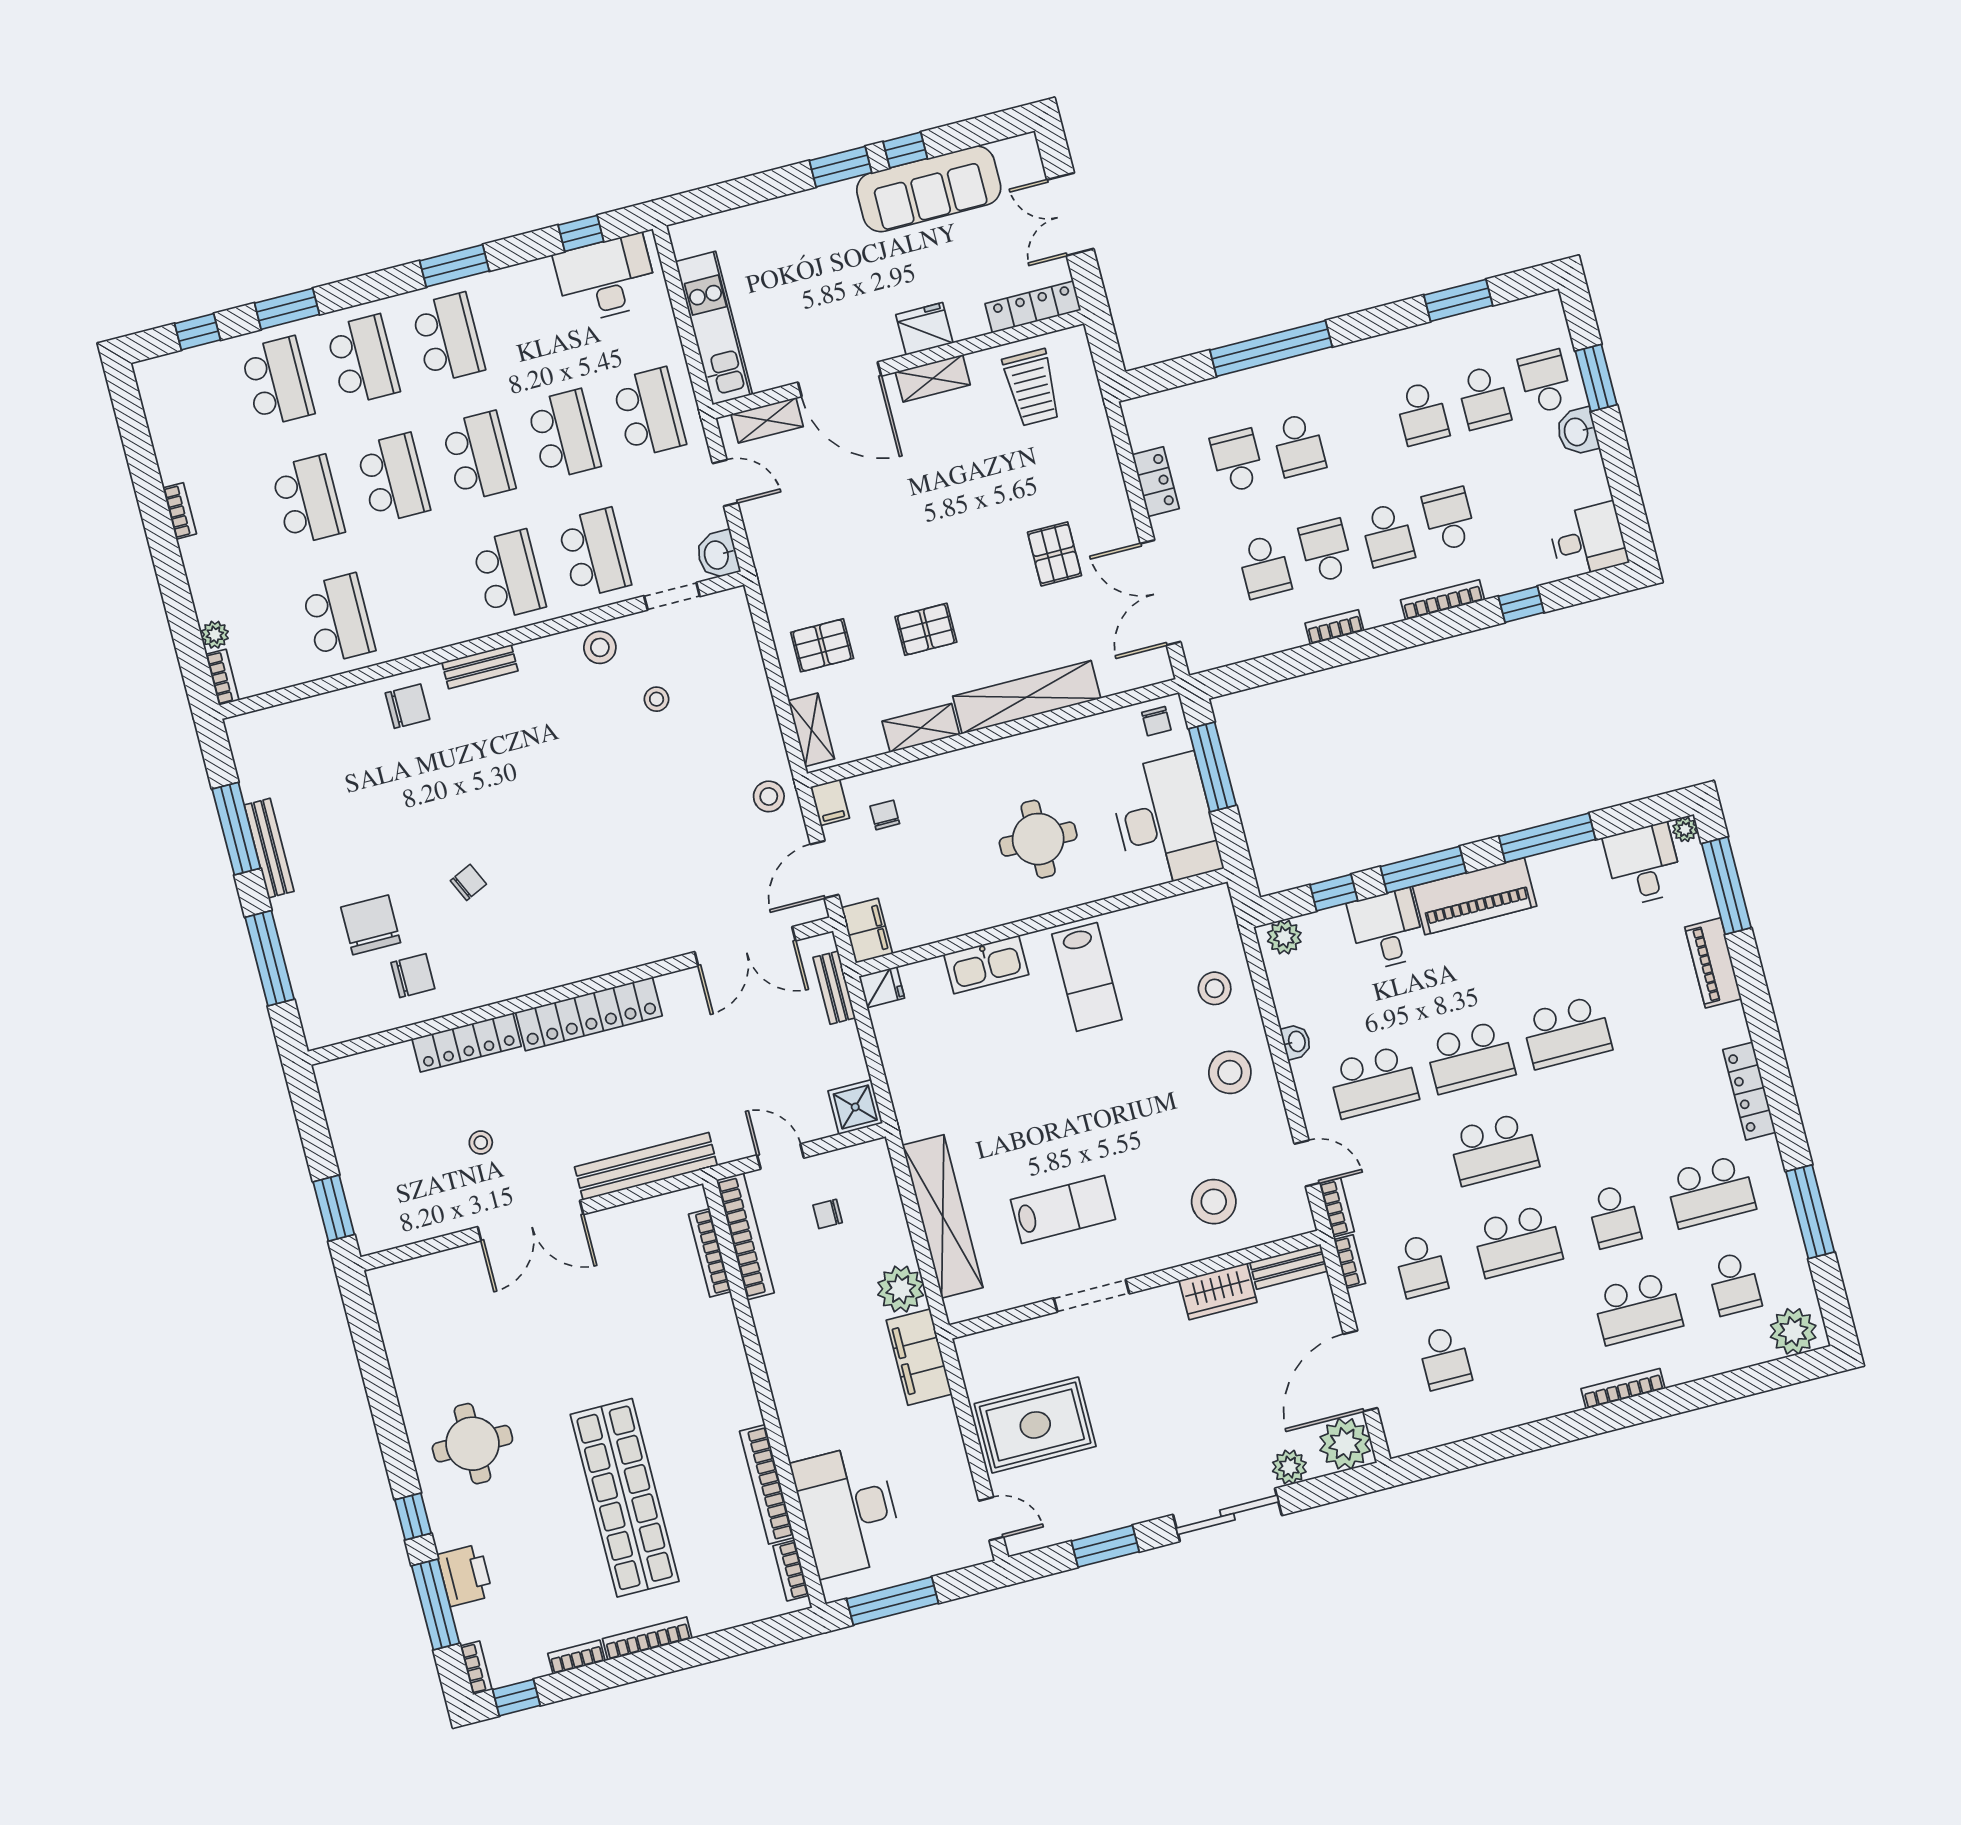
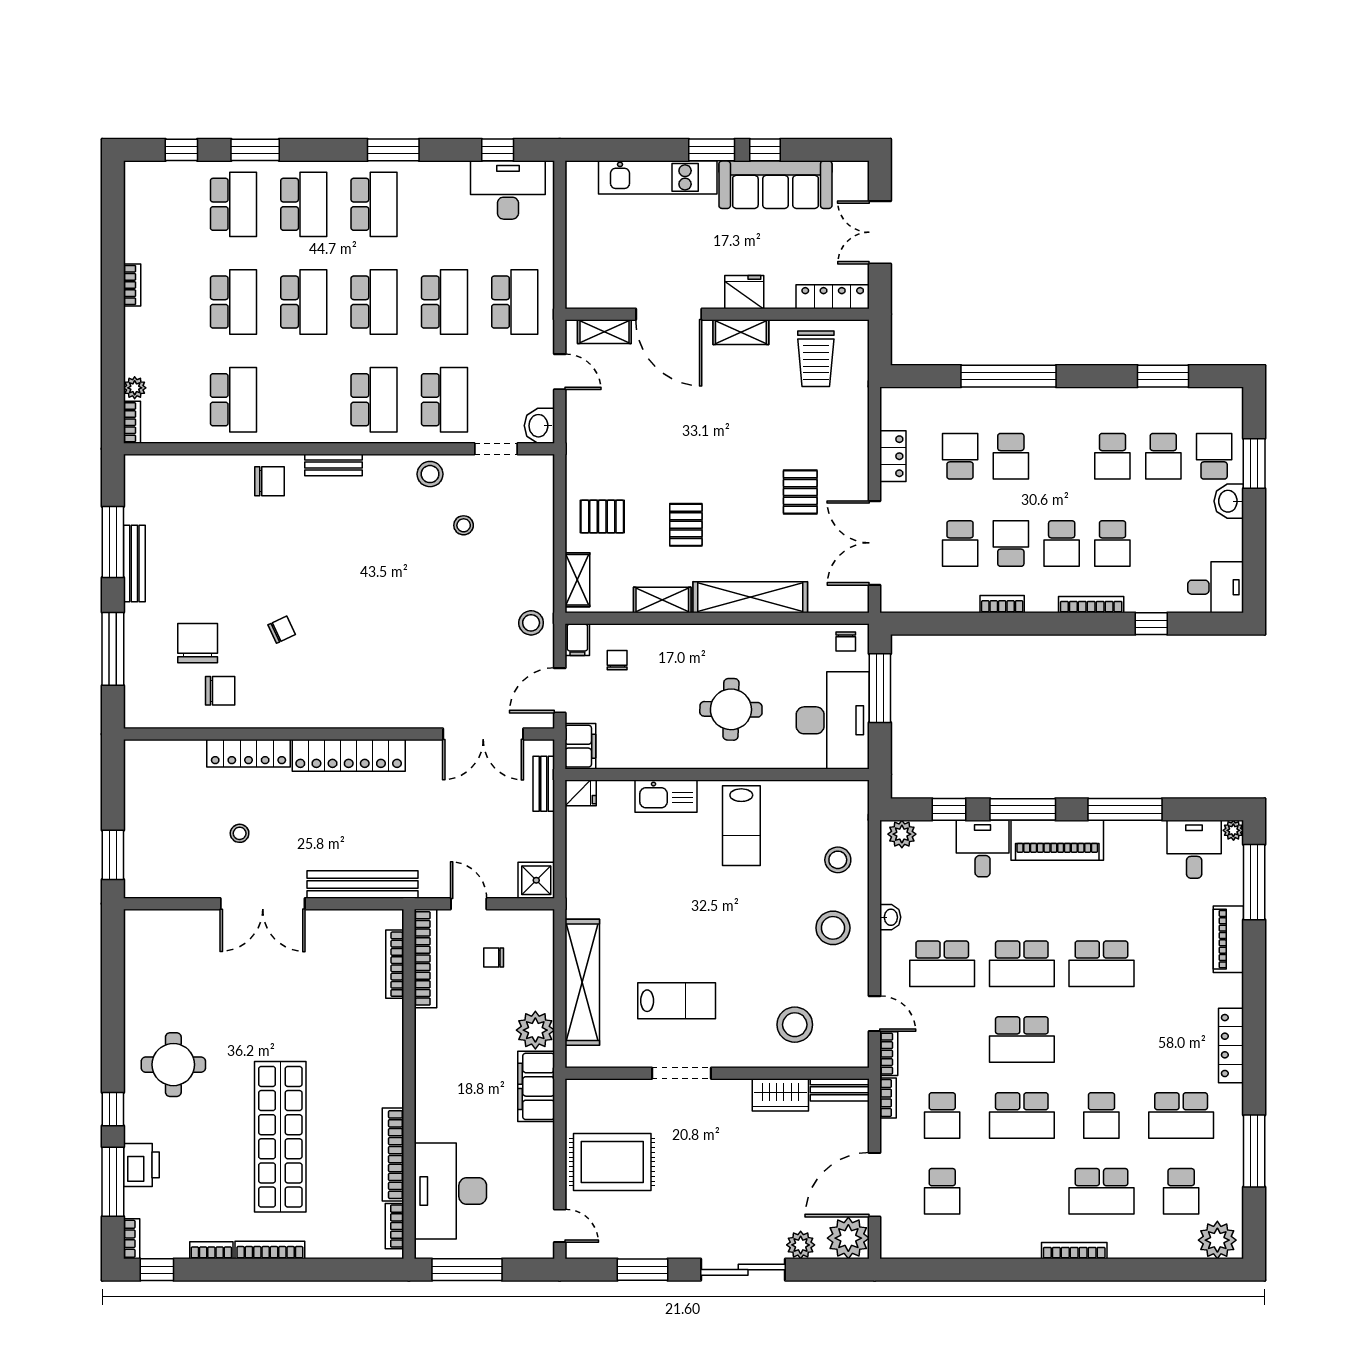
kitchen unit: (714, 328) -> (658, 177), moved, turned 90
school desk: (1449, 519) -> (1112, 544), turned 180
pallet: (926, 629) -> (686, 525), turned 90

